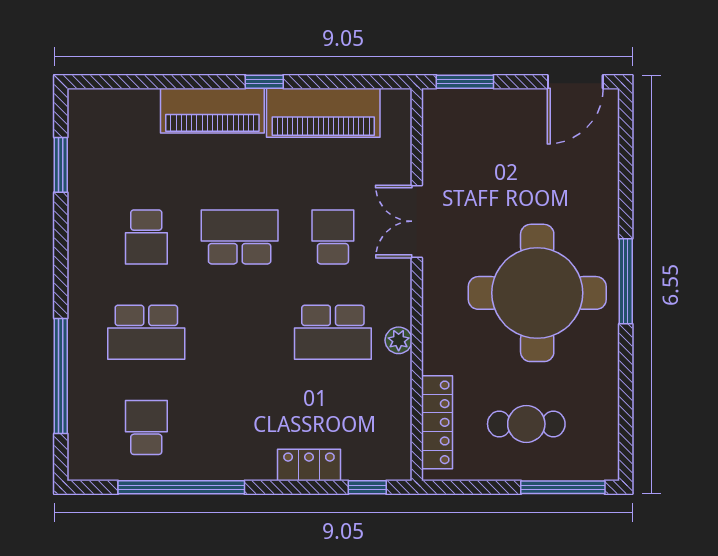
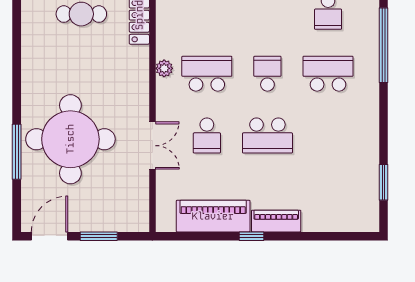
window: (465, 82) -> (99, 236), moved
piano: (212, 111) -> (276, 221), width x0.73, depth x0.75
school desk: (146, 237) -> (267, 74), moved
window: (626, 281) -> (17, 152), moved
round table: (537, 293) -> (70, 139), moved

